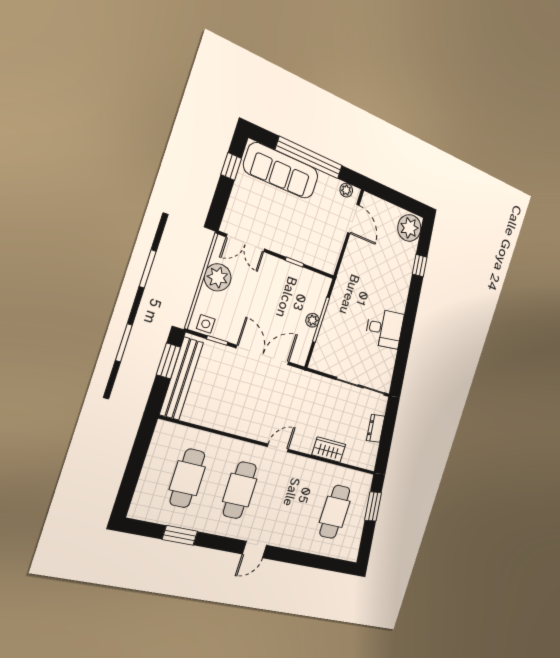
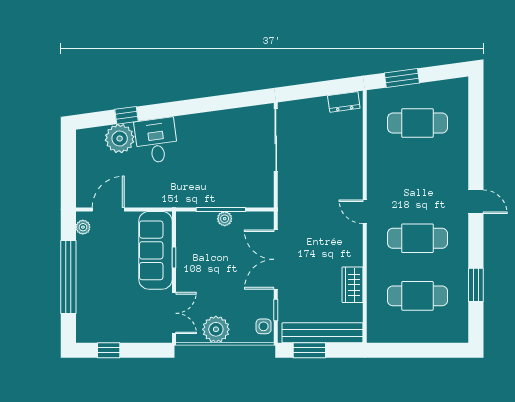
sofa: (281, 171) -> (155, 250), moved, turned 180
plant: (409, 228) -> (120, 138), moved
desk: (384, 328) -> (156, 141), moved
dresser: (376, 428) -> (344, 102), moved
wardrobe: (329, 450) -> (352, 285), moved

